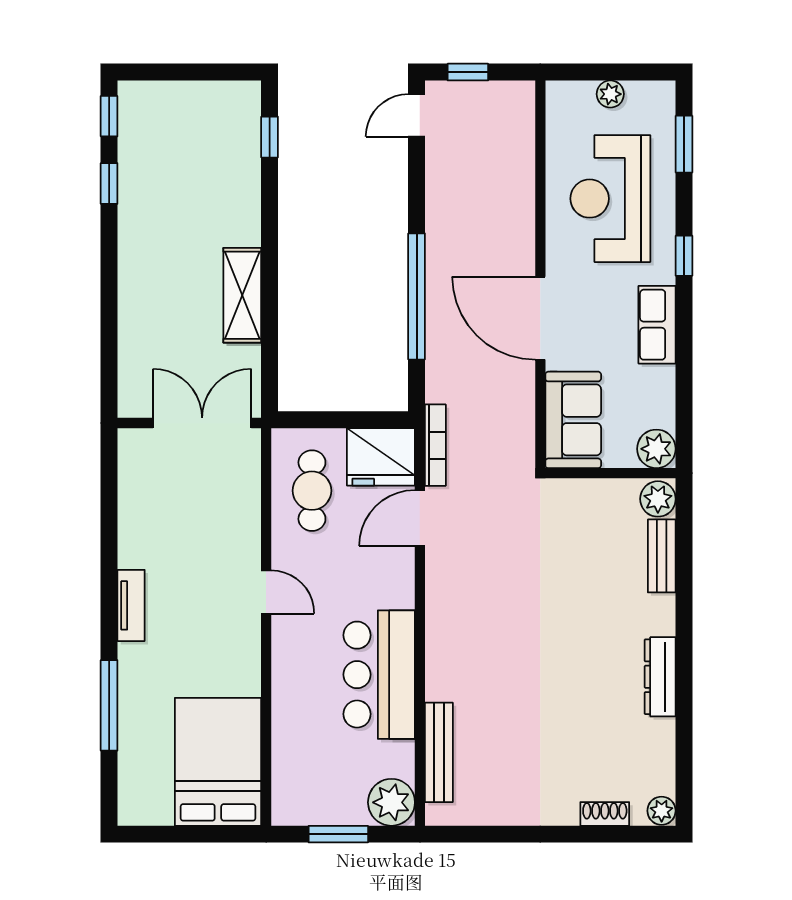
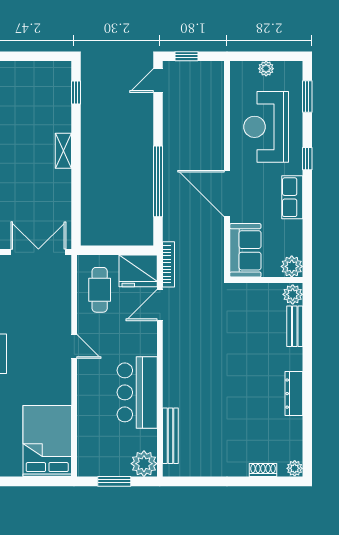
shelving: (242, 295) -> (63, 151), moved, width x0.67, depth x0.75

